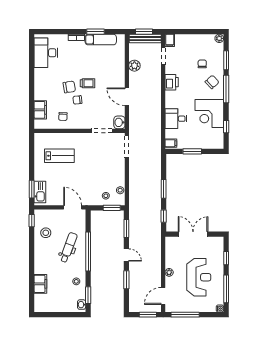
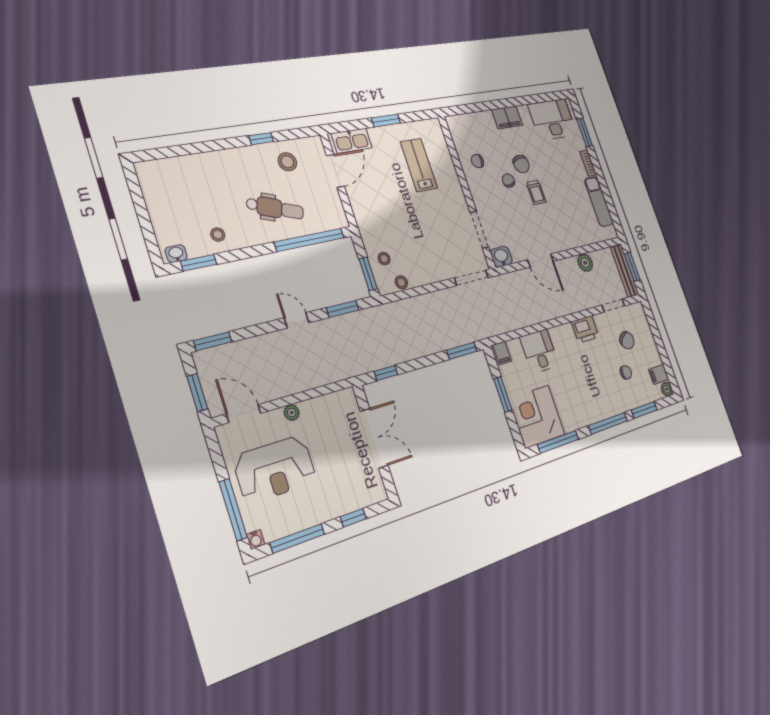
window: (96, 32) -> (585, 132), moved
filing cabinet: (170, 40) -> (659, 374), moved
chair: (212, 82) -> (627, 340), moved
door: (127, 97) -> (541, 260), swing flipped
filing cabinet: (40, 110) -> (507, 117), moved
corner desk: (209, 114) -> (537, 417), moved
window: (226, 127) -> (558, 442), width x2.17
lab bench: (59, 156) -> (419, 165), turned 180
window: (32, 189) -> (386, 121), moved
window: (164, 189) -> (462, 351), moved
door: (73, 207) -> (335, 171), moved
window: (32, 221) -> (261, 139), moved
window: (88, 251) -> (310, 240), moved
door: (126, 255) -> (297, 320), swing flipped
reception desk: (199, 277) -> (275, 469), moved
window: (126, 280) -> (213, 341), moved
filing cabinet: (40, 284) -> (192, 166), removed
window: (185, 315) -> (233, 510), moved

